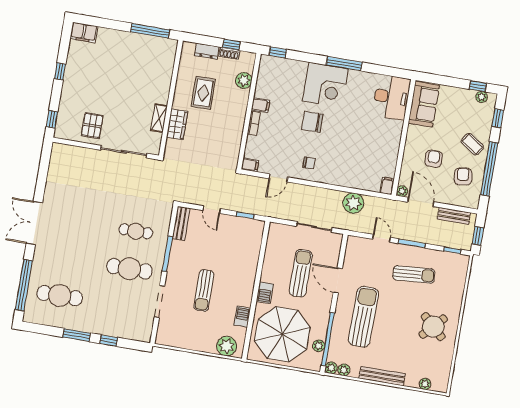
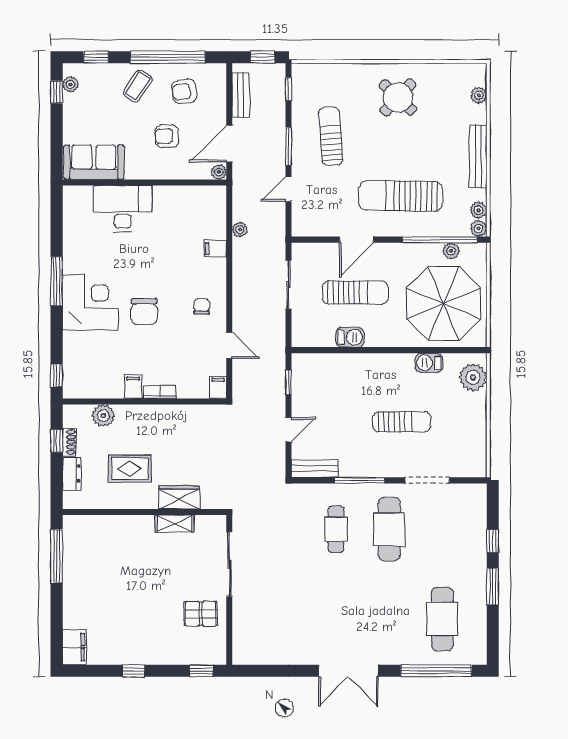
desk: (391, 97) -> (123, 209), moved
filing cabinet: (387, 186) -> (215, 249), moved
plant: (353, 203) -> (240, 230), width x0.53, depth x0.53
sun lounger: (301, 273) -> (355, 292), turned 180
barbecue: (265, 293) -> (350, 337), moved

